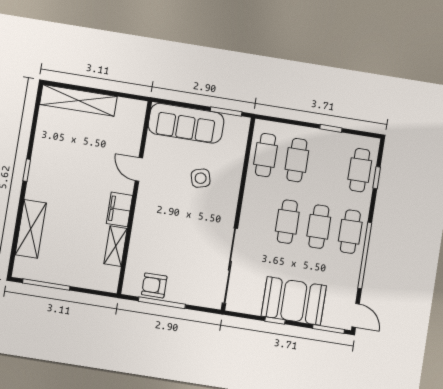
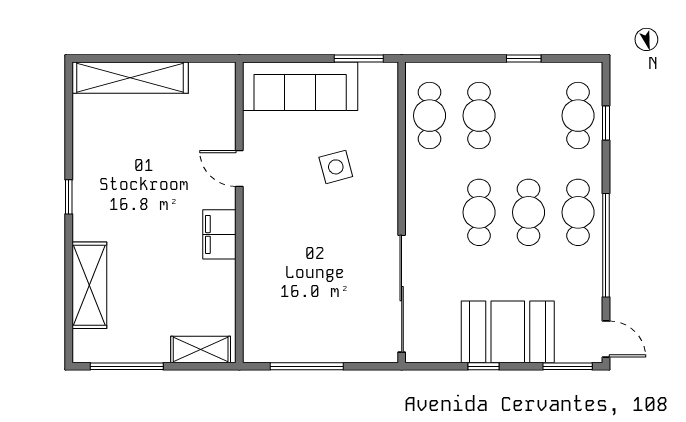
shelving: (116, 246) -> (201, 349), moved, turned 90
armchair: (154, 285) -> (291, 342), removed

